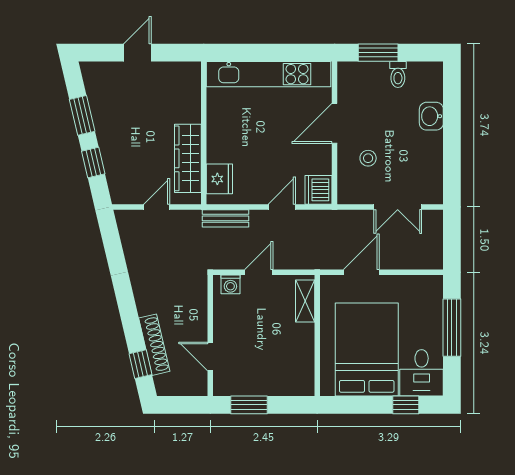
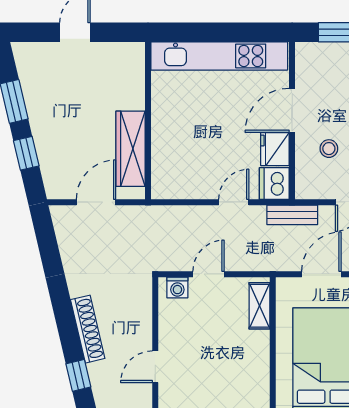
fridge: (219, 179) -> (275, 149), moved, turned 180
door: (157, 207) -> (96, 202), width x1.38
bench: (225, 218) -> (292, 215), moved
shoe rack: (154, 345) -> (88, 329), moved
door: (210, 356) -> (155, 367), hinge flipped

